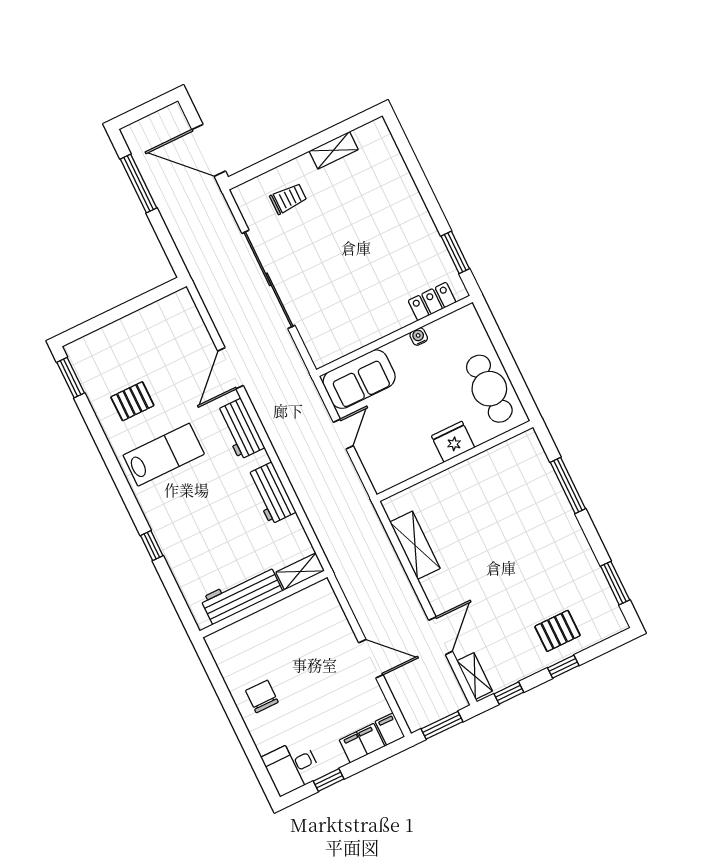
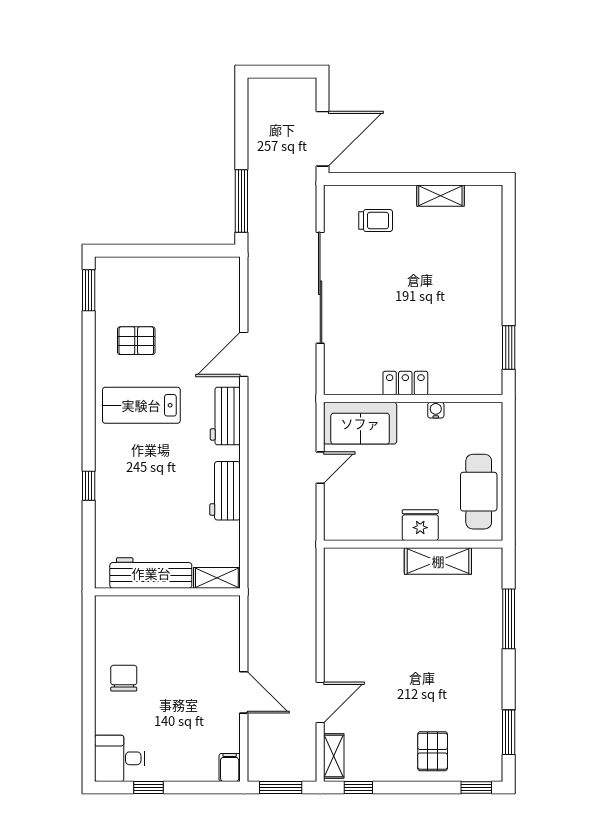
door: (209, 150) -> (323, 139), swing flipped
window: (139, 183) -> (241, 201), moved
locker: (432, 301) -> (405, 383), moved
lab bench: (164, 455) -> (141, 405), turned 180
shelving: (415, 545) -> (438, 561), moved, turned 90
pallet: (558, 631) -> (433, 751), turned 90
window: (563, 667) -> (476, 788), moved
filing cabinet: (362, 743) -> (197, 768), removed

